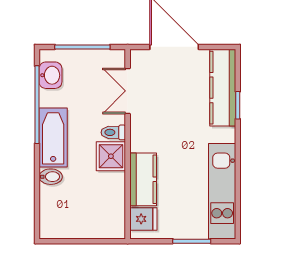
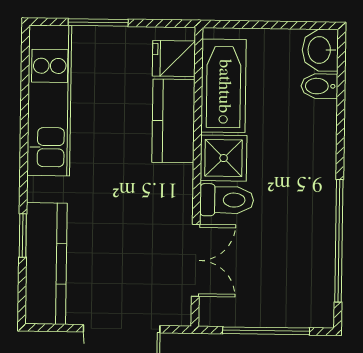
washbasin: (50, 75) -> (320, 50), moved
toilet: (113, 132) -> (227, 200), width x1.37, depth x1.39
bathtub: (53, 138) -> (224, 86), moved, turned 180
bidet: (51, 177) -> (319, 86), moved

